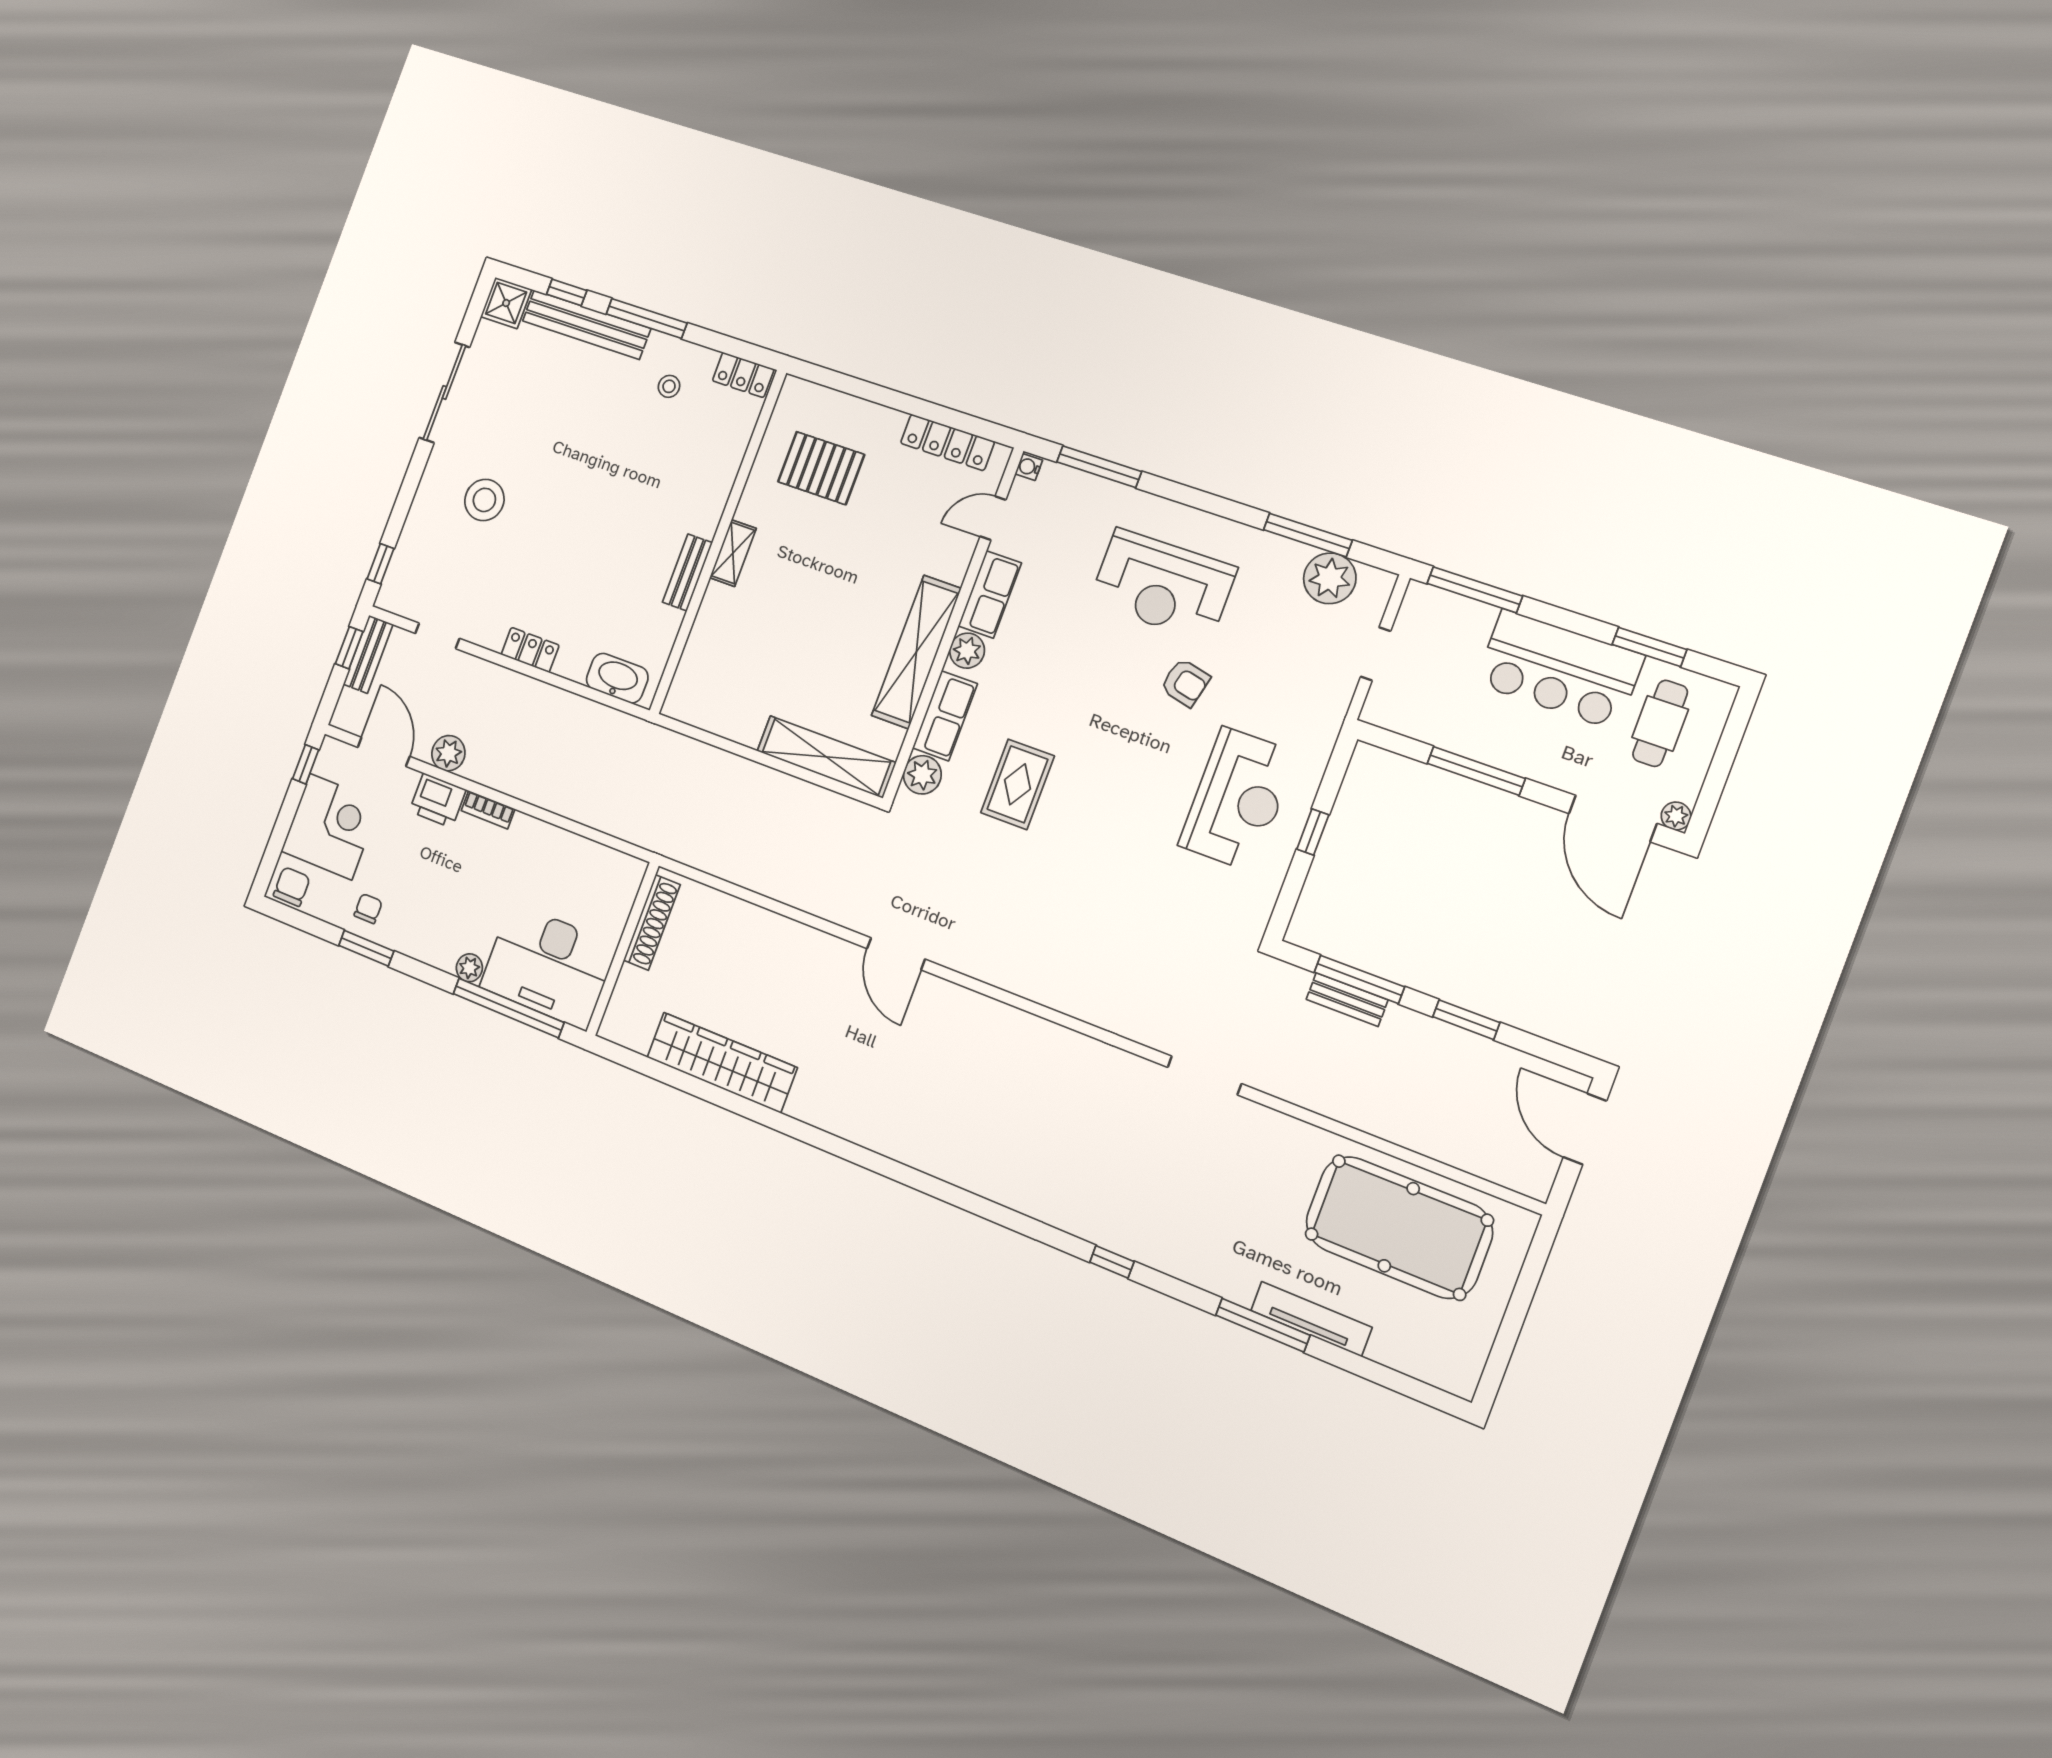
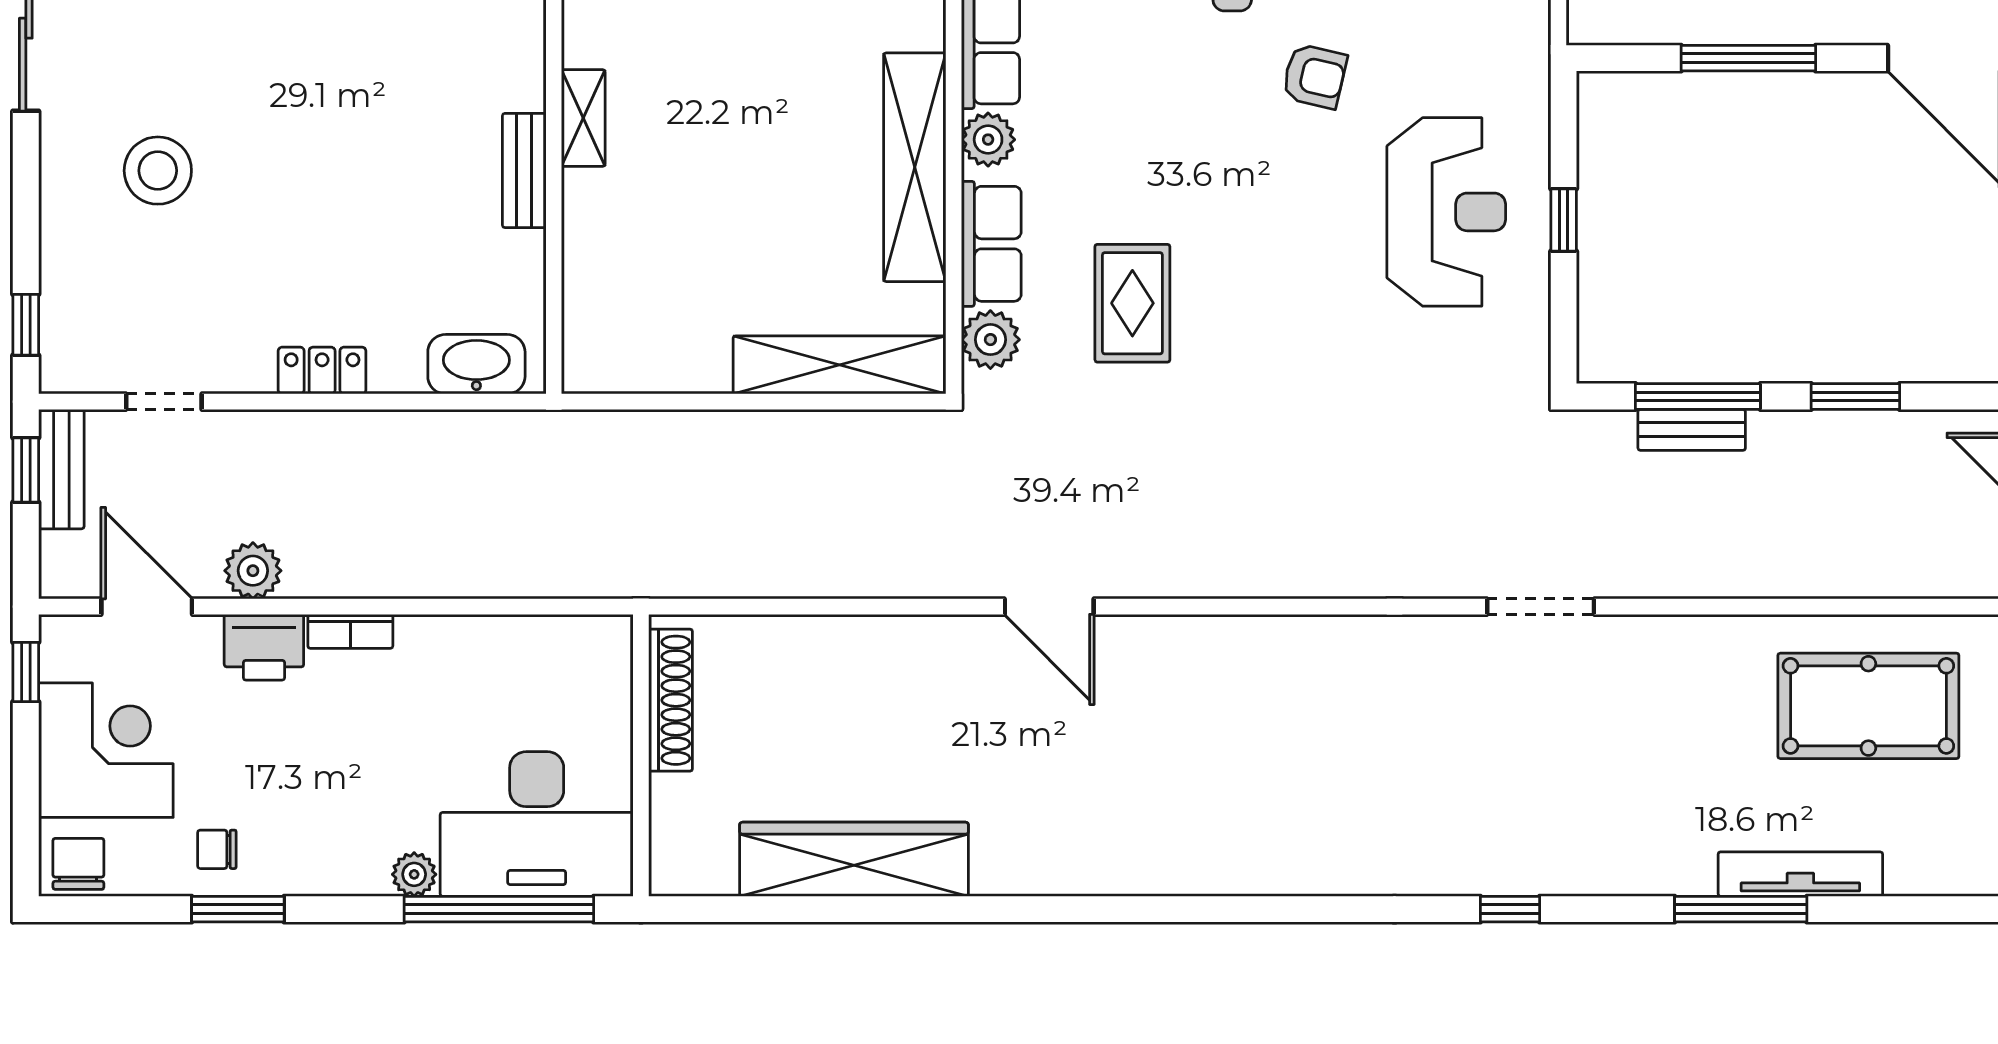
chair: (368, 909) -> (217, 849), turned -90
pool table: (1399, 1227) -> (1868, 706), width x0.73, depth x0.76

